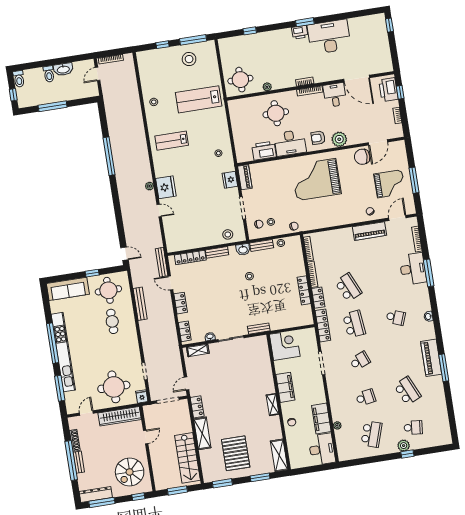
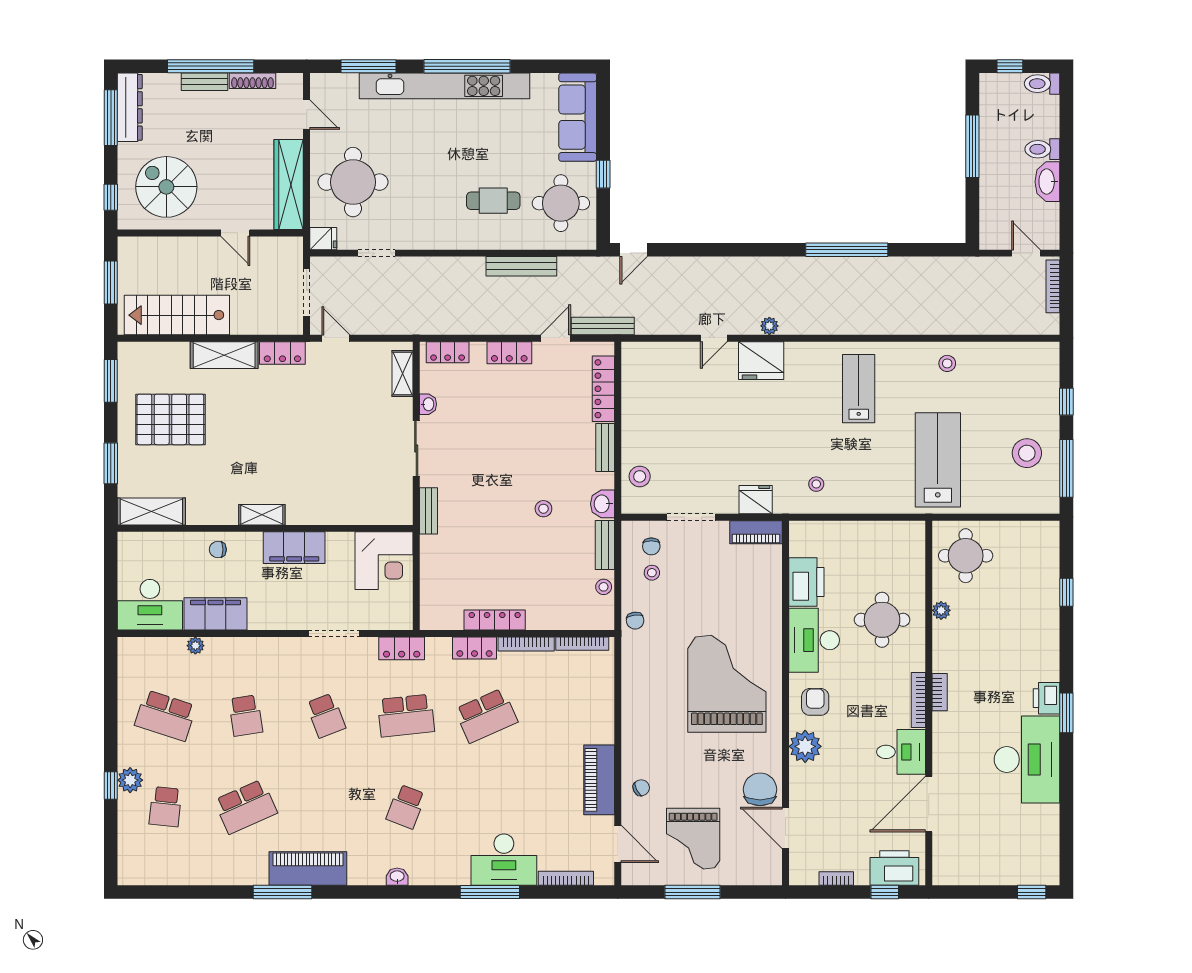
locker: (323, 325) -> (402, 648), width x0.66

